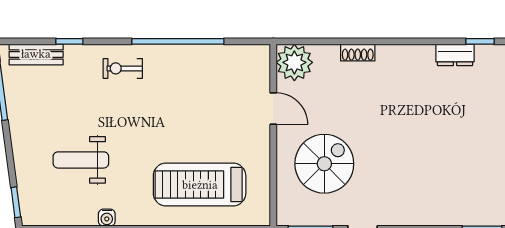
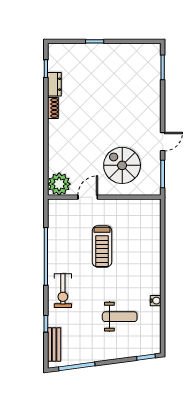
shoe rack: (358, 53) -> (53, 108), moved
exercise bike: (123, 68) -> (63, 291), width x1.38, depth x1.39
weight bench: (81, 160) -> (120, 317), turned -90
treadmill: (200, 185) -> (102, 246), moved, width x0.73, depth x0.73

